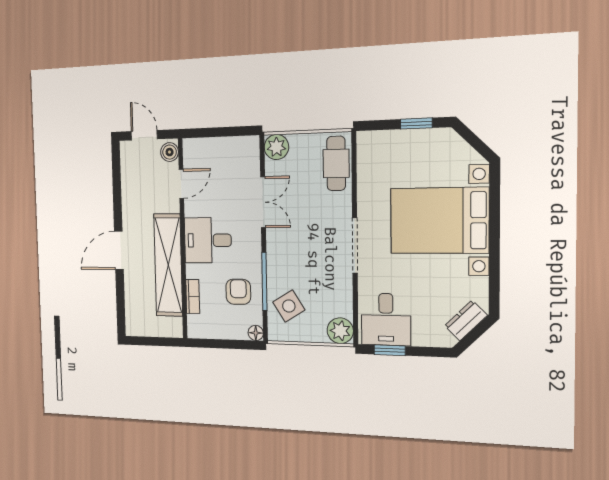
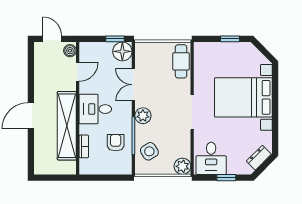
window: (234, 131) -> (115, 39), added
plant: (276, 147) -> (143, 116), moved
double door: (263, 202) -> (133, 85), swing flipped
floor lamp: (256, 333) -> (122, 51), moved, width x1.89, depth x1.89
window: (390, 350) -> (226, 178), moved

